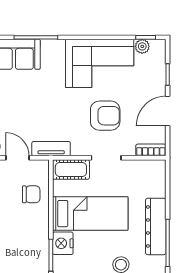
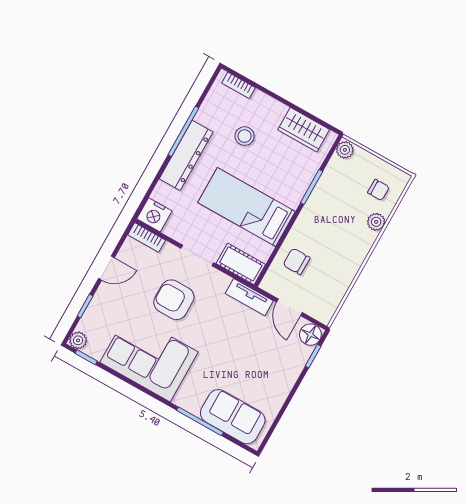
plant: (142, 46) -> (78, 340), moved
door: (168, 111) -> (106, 268), width x0.73
nightstand: (63, 243) -> (154, 215), moved, turned 90

